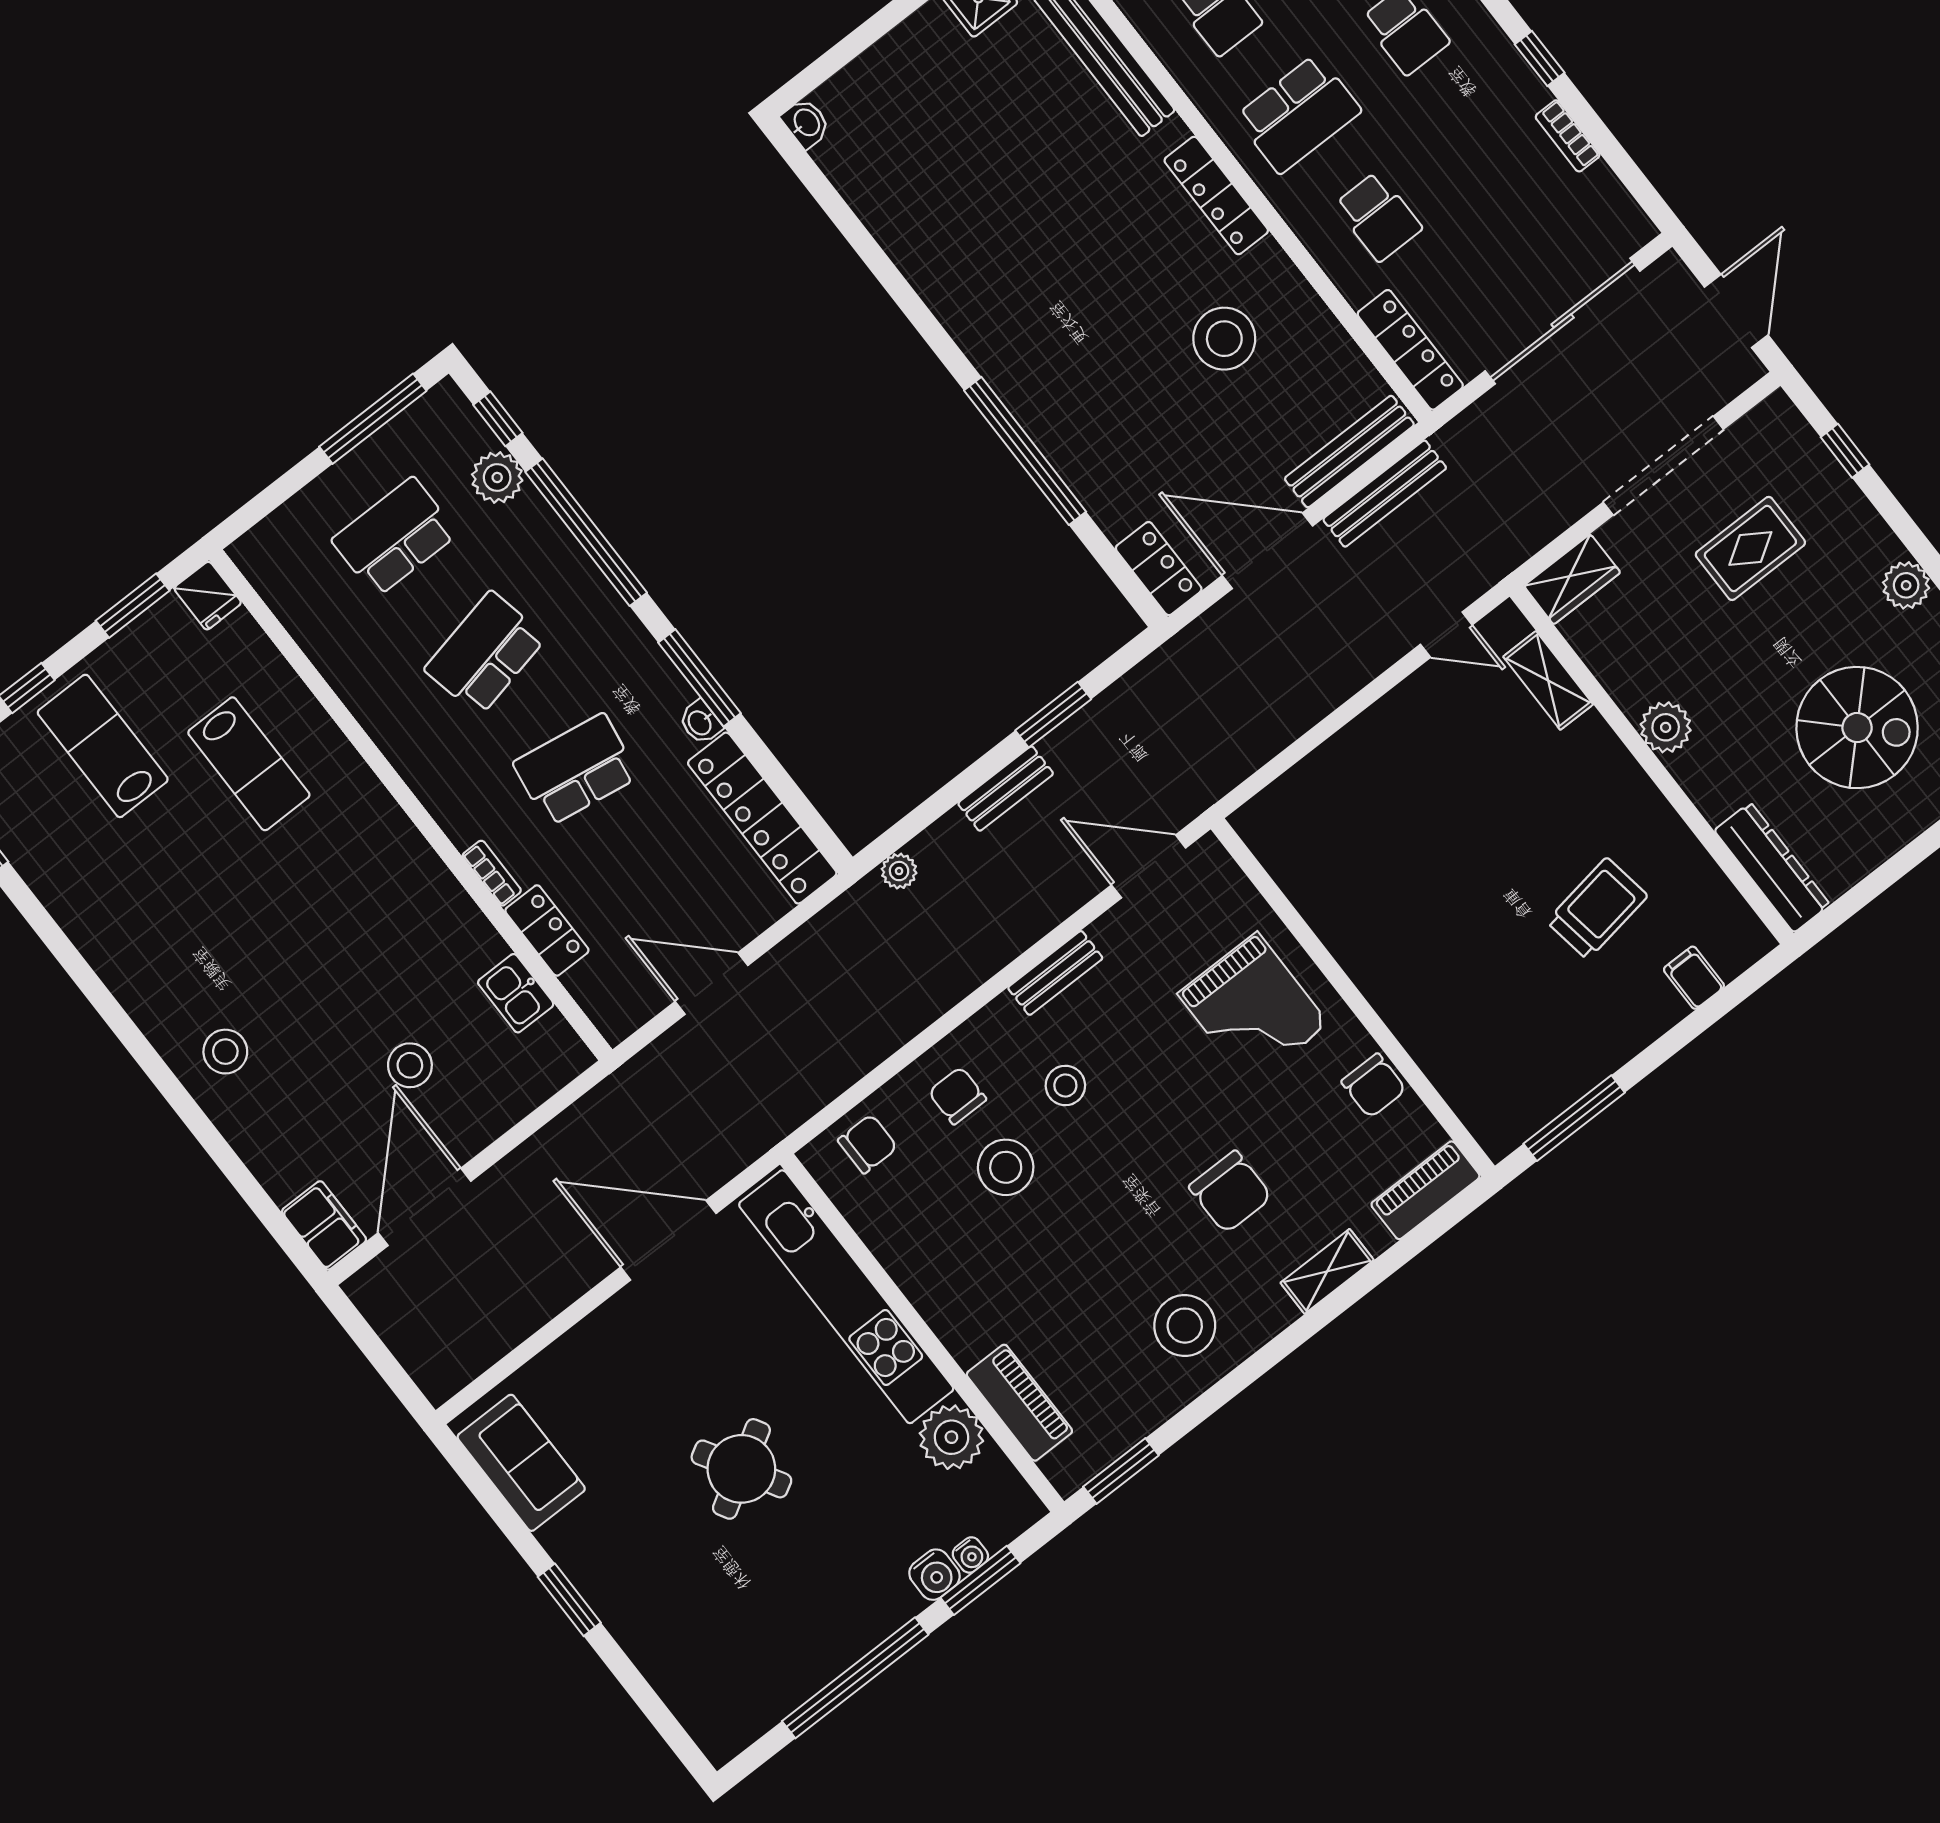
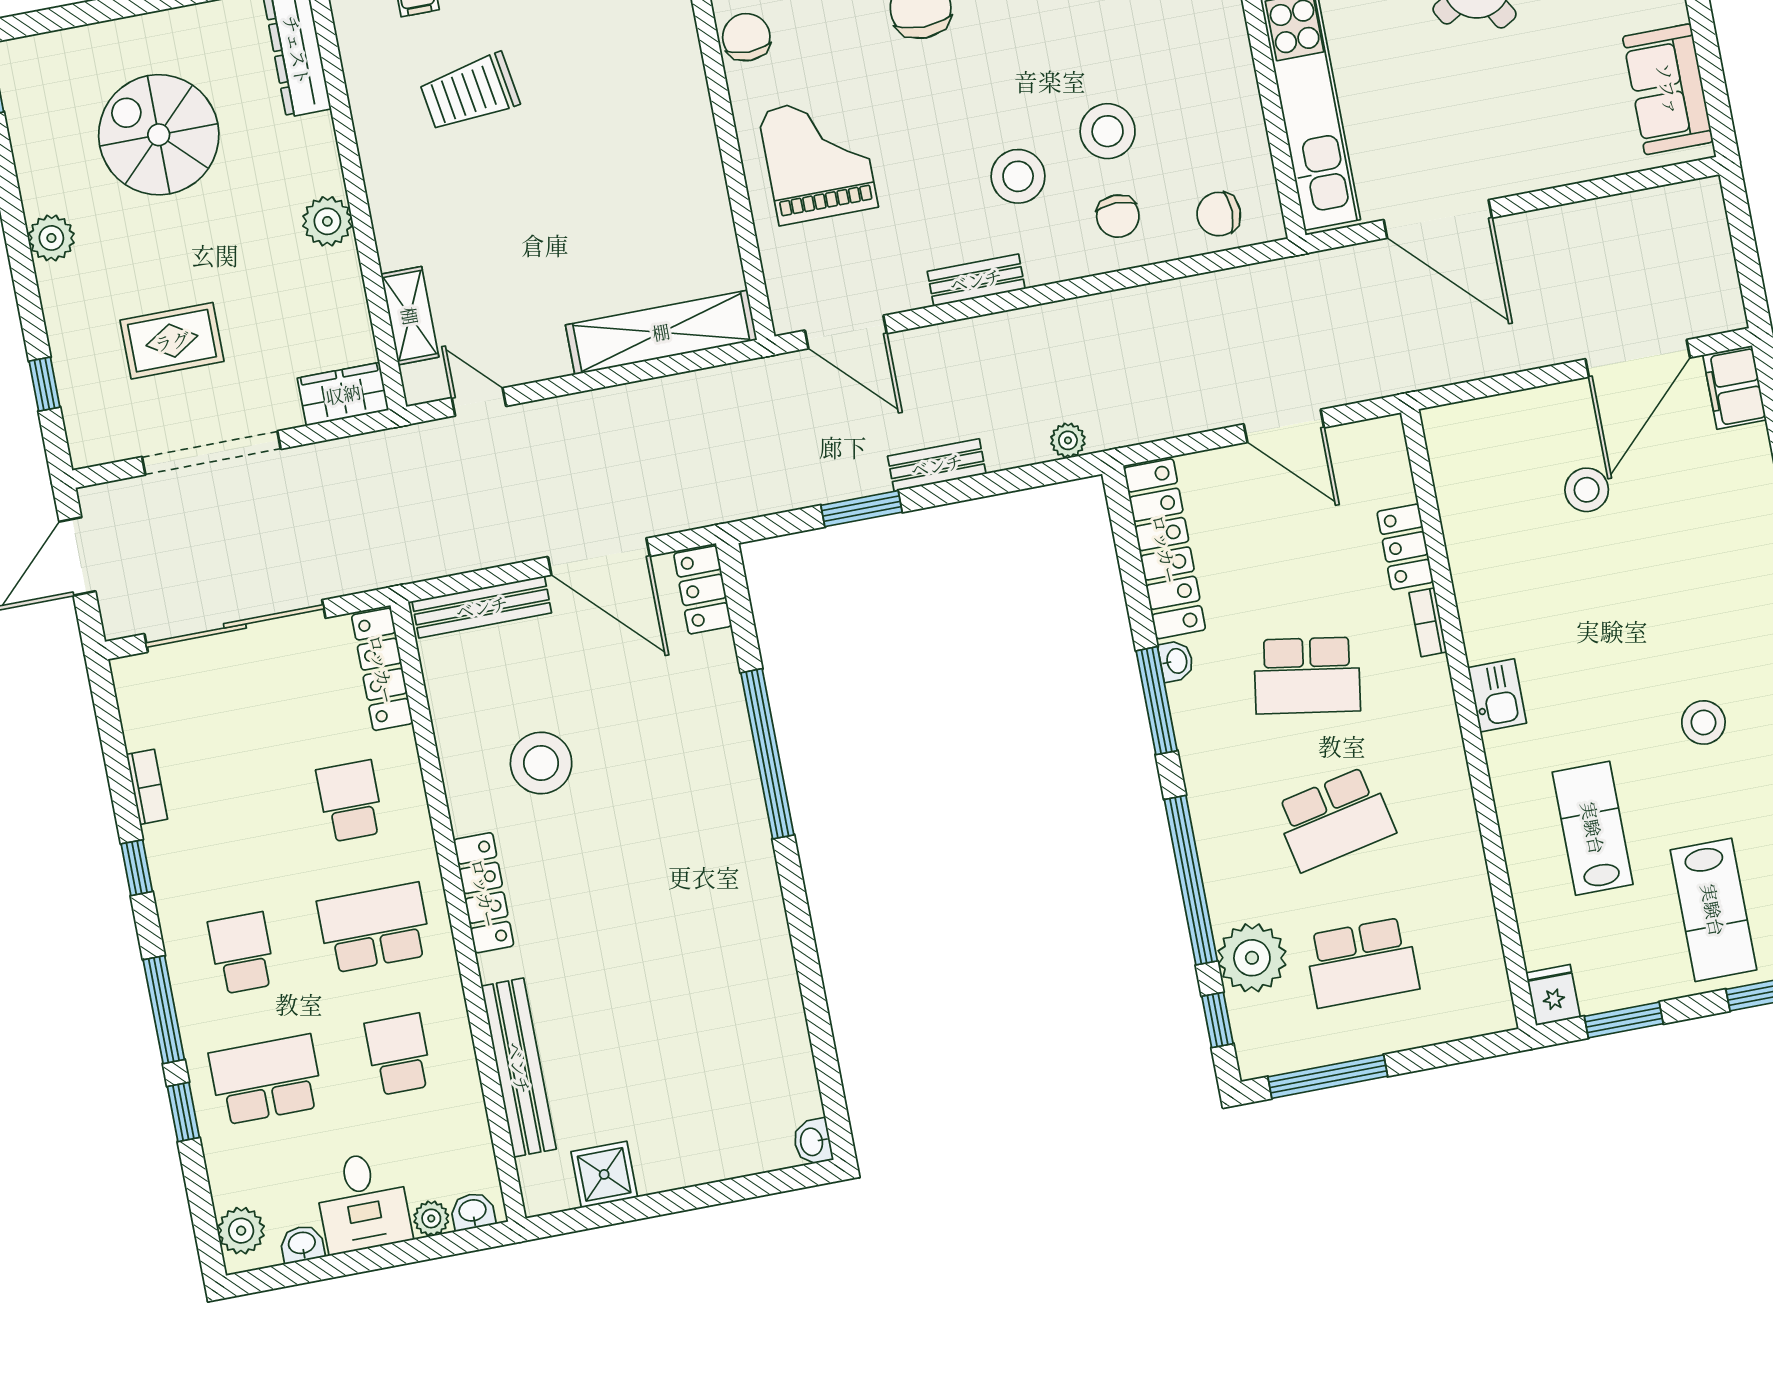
plant: (497, 477) -> (1252, 958), width x1.36, depth x1.36
bench: (1385, 494) -> (470, 554), removed
shelving: (1314, 781) -> (661, 332), added
kitchen sink: (516, 993) -> (1497, 695), moved
stool: (225, 1052) -> (1703, 722), moved
stool: (1065, 1085) -> (1018, 176), width x1.38, depth x1.38

